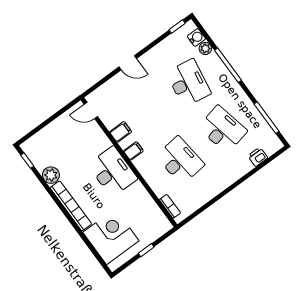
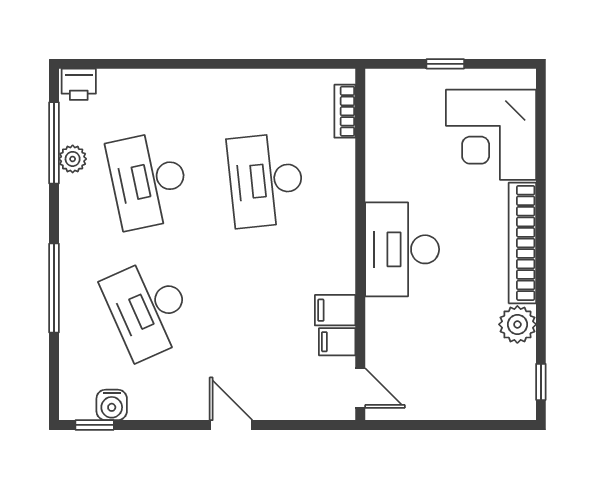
water cooler: (196, 37) -> (112, 405), moved, turned -90
plant: (205, 48) -> (73, 159), moved
desk: (188, 83) -> (149, 309), turned -33
filing cabinet: (133, 151) -> (337, 342), moved
printer: (258, 157) -> (79, 84), moved

